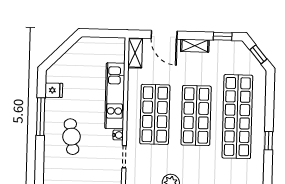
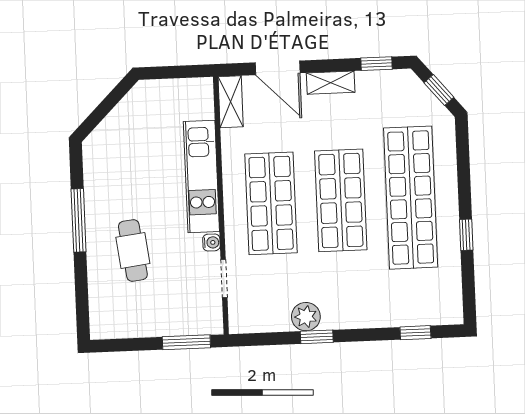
fridge: (54, 90) -> (98, 174), removed

